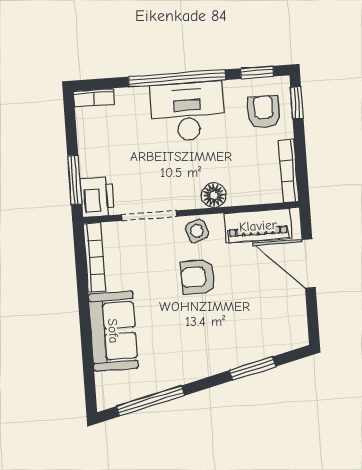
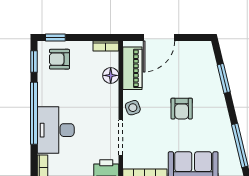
desk: (188, 111) -> (56, 130), moved
bookcase: (289, 171) -> (106, 46), width x0.64
floor lamp: (214, 195) -> (111, 75), moved
armchair: (198, 277) -> (182, 109), moved

